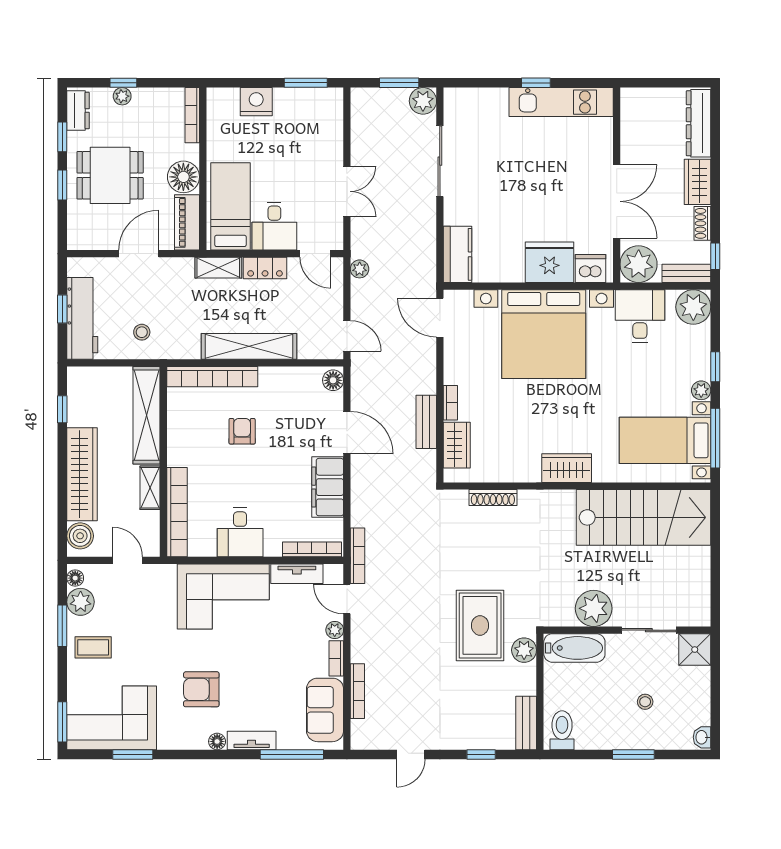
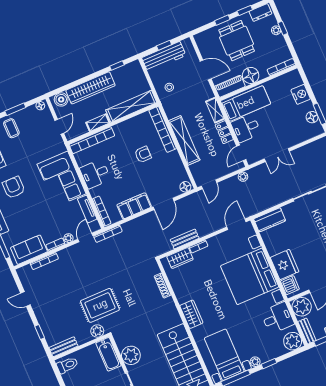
floor lamp: (306, 99) -> (312, 117), added
plant: (81, 602) -> (30, 113), removed

